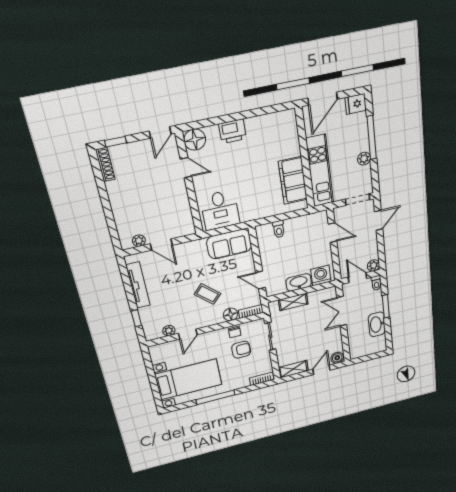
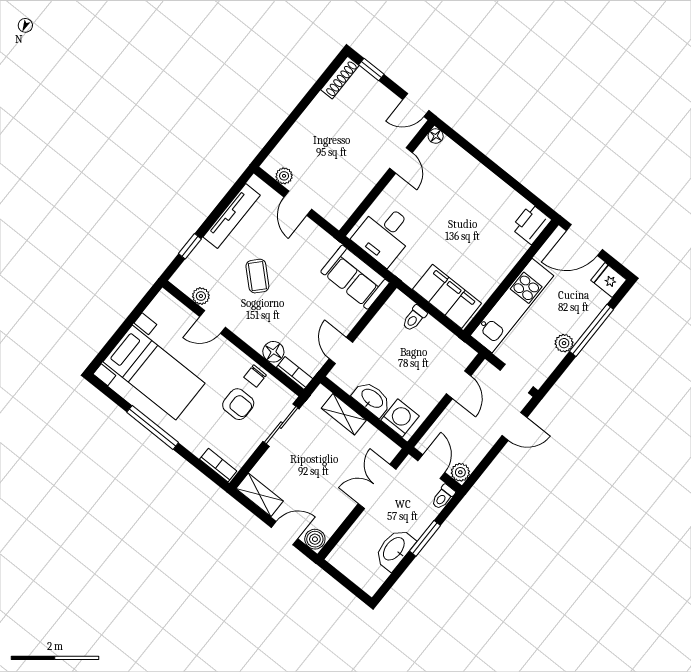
printer: (233, 131) -> (531, 224), moved, turned 90
floor lamp: (195, 140) -> (436, 136), width x0.53, depth x0.53
filing cabinet: (293, 181) -> (447, 296), moved, turned 90
coffee table: (207, 294) -> (257, 276), moved

